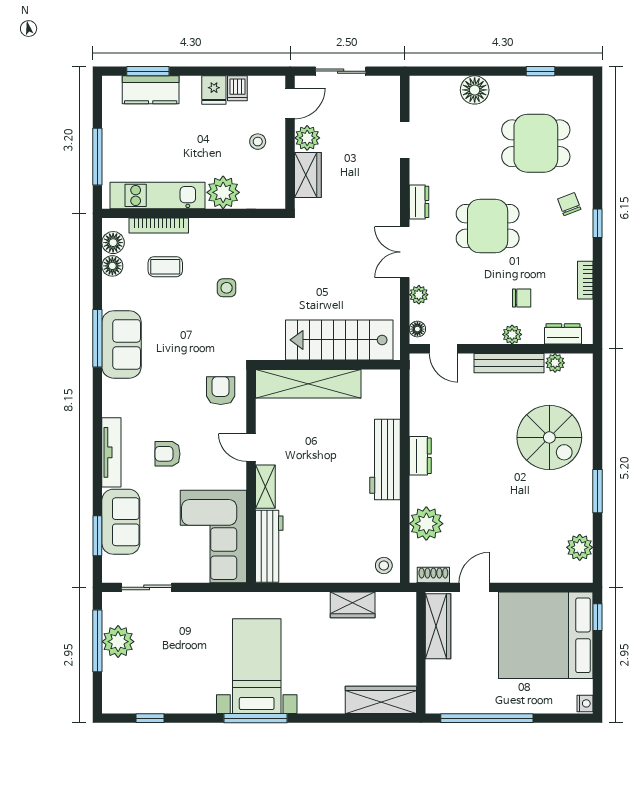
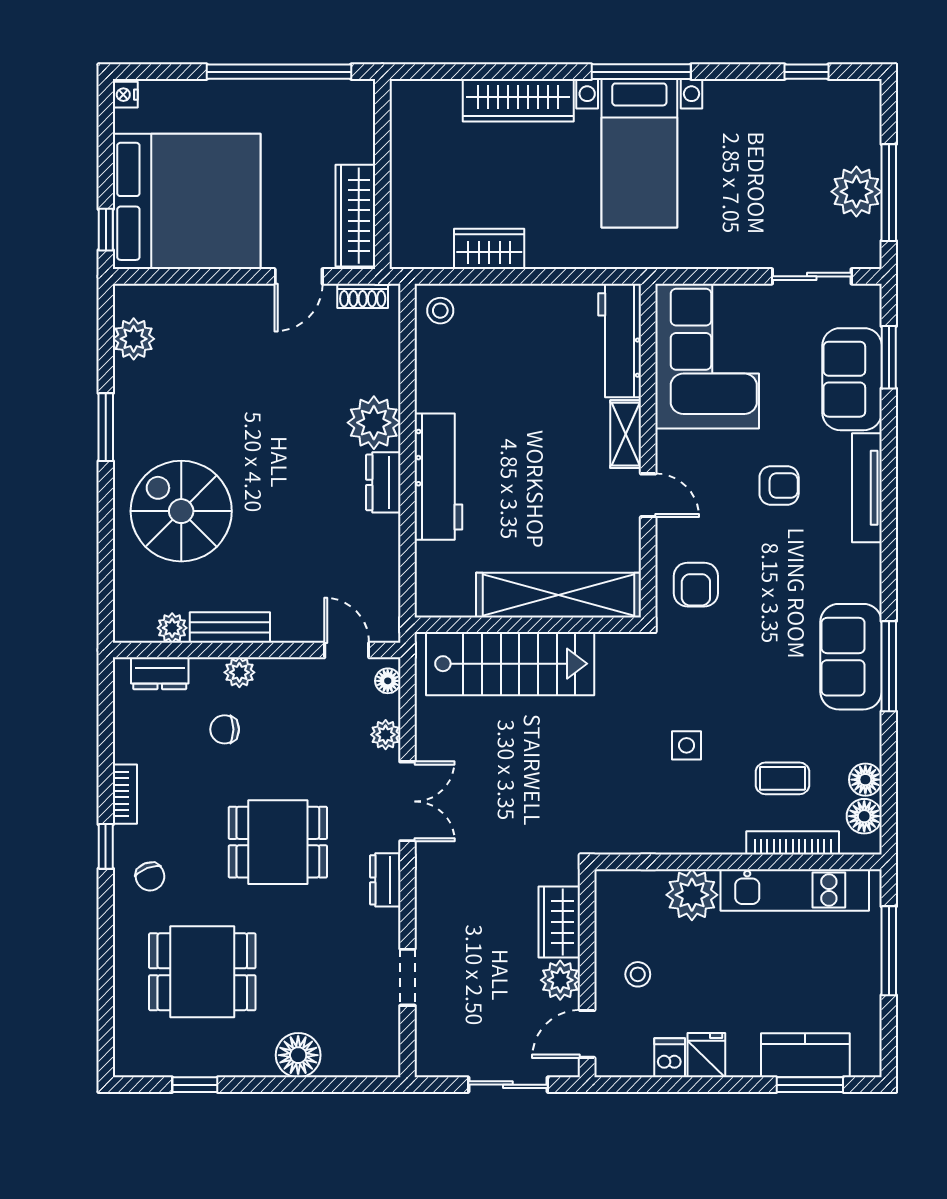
bookcase: (585, 280) -> (125, 794), moved
bench: (509, 363) -> (230, 627), width x0.73
plant: (426, 524) -> (374, 423), moved
wardrobe: (381, 700) -> (518, 100), moved

